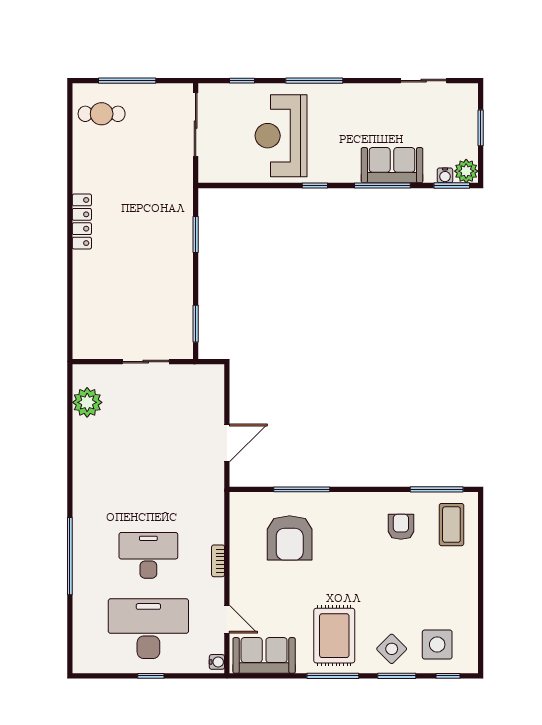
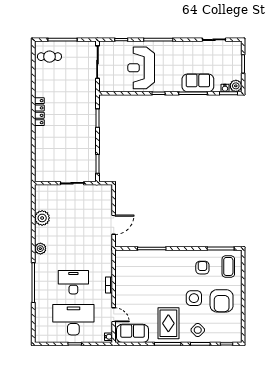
plant: (87, 402) -> (42, 218), moved
plant: (84, 490) -> (40, 249), added
armchair: (290, 538) -> (222, 301), moved
side table: (437, 645) -> (194, 298), moved

